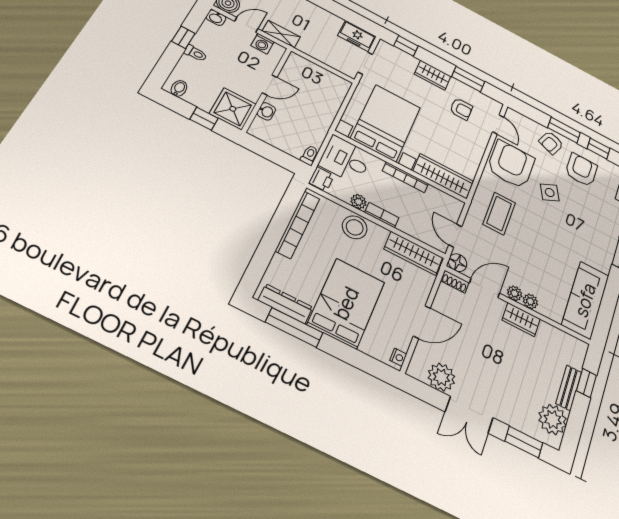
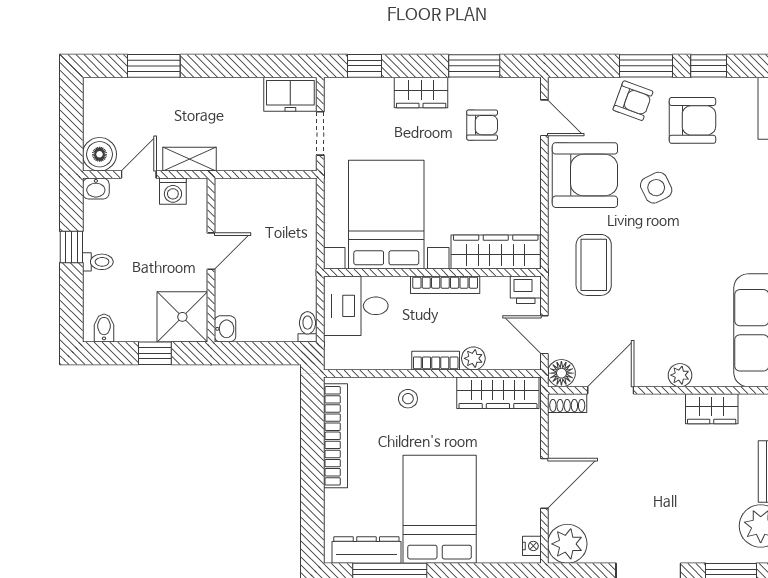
washbasin: (266, 111) -> (225, 329), moved
armchair: (551, 143) -> (633, 101), turned -92
armchair: (511, 165) -> (585, 175), turned 90
armchair: (581, 170) -> (692, 120), turned 90
printer: (322, 179) -> (526, 290), moved, turned 90
plant: (358, 202) -> (473, 358), moved
stool: (355, 227) -> (408, 399), width x0.53, depth x0.53
plant: (515, 293) -> (654, 375), removed
wardrobe: (521, 320) -> (712, 409), moved
plant: (441, 377) -> (567, 544), moved

